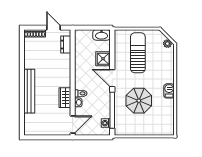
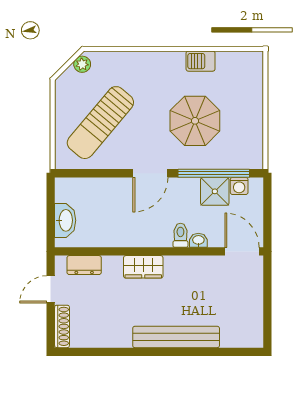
washbasin: (102, 35) -> (65, 220), moved
sun lounger: (138, 53) -> (100, 123), turned -50
shower: (103, 59) -> (215, 191), moved
barbecue: (169, 91) -> (201, 61), moved
wardrobe: (65, 98) -> (143, 267), moved

